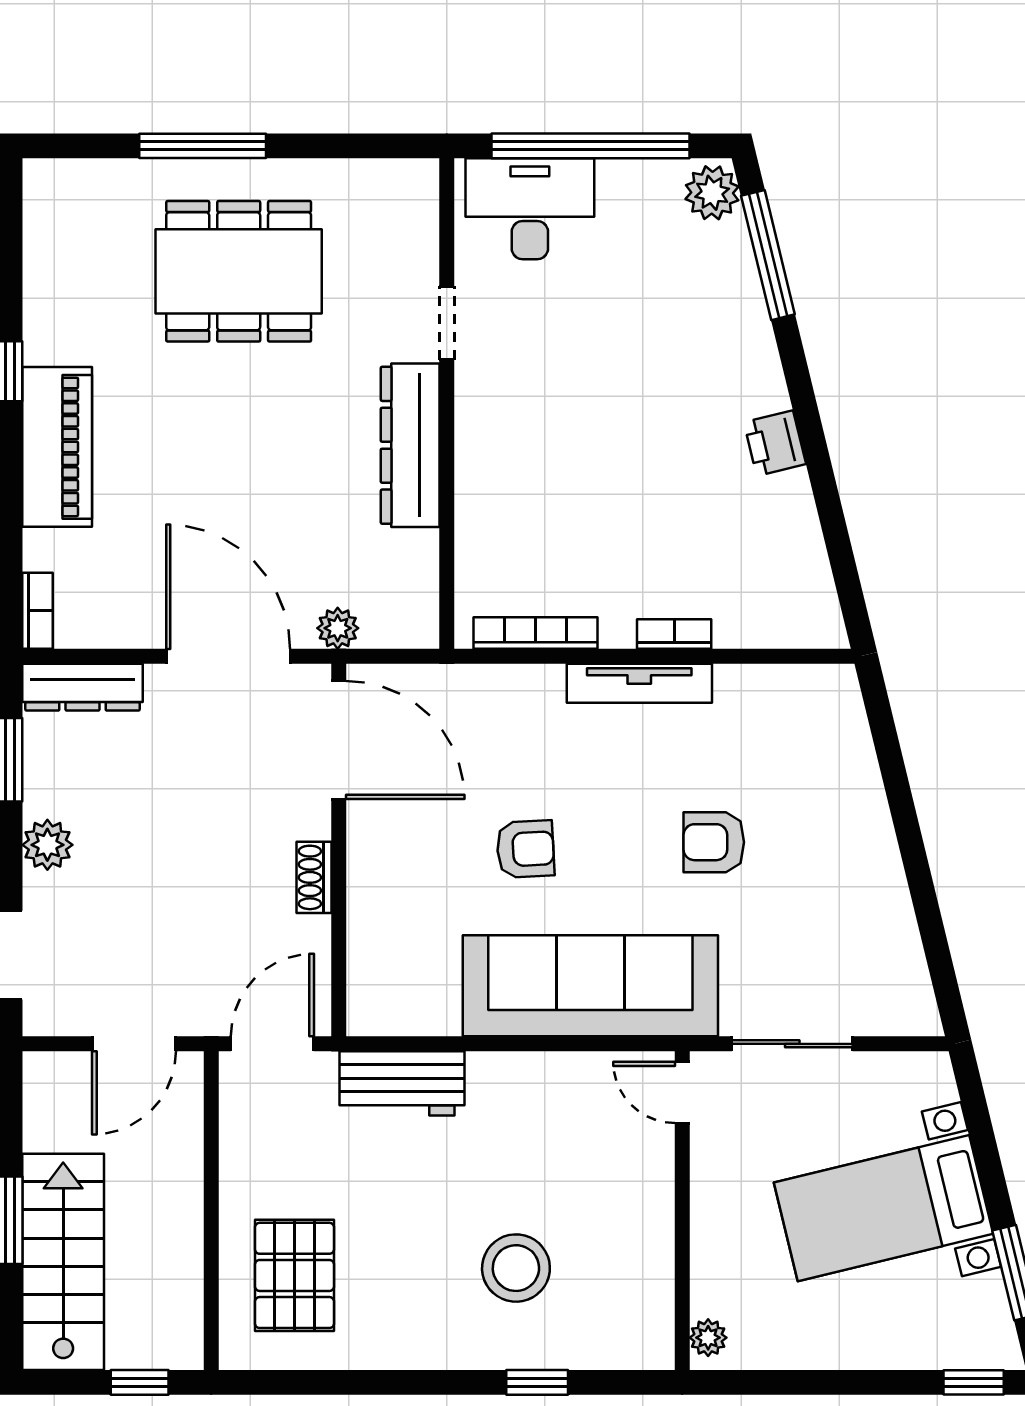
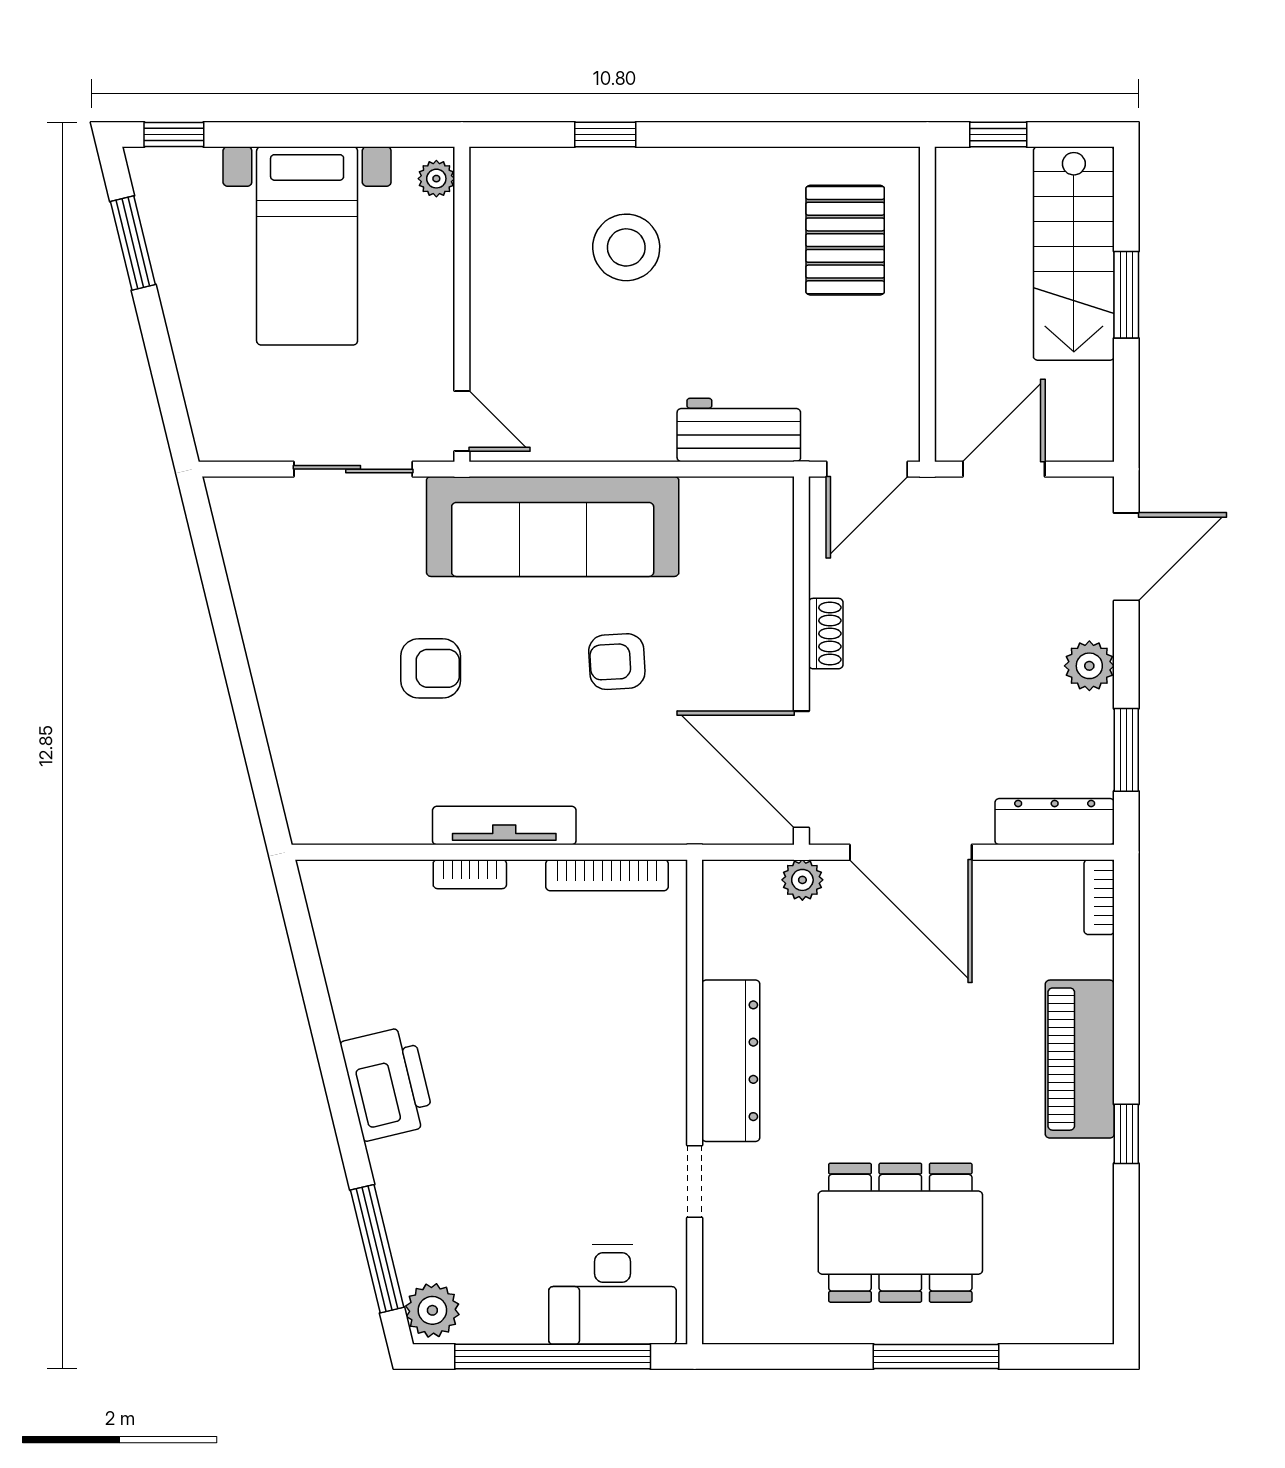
printer: (775, 443) -> (388, 1083), width x1.87, depth x1.48
bed with nightstands: (883, 1208) -> (307, 246), moved, turned 104

